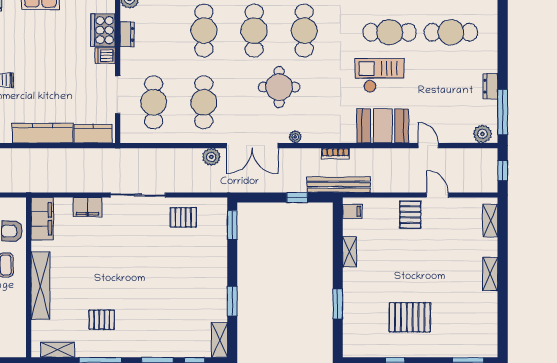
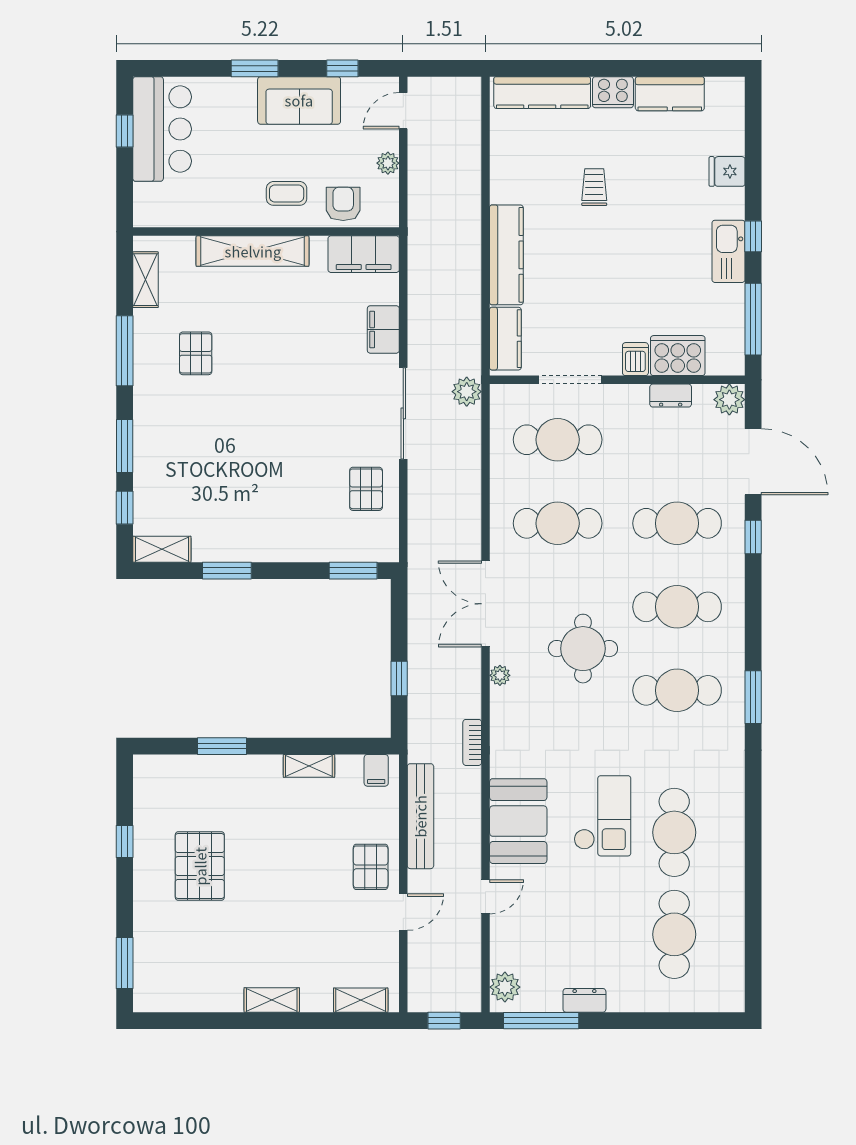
plant: (211, 157) -> (467, 392), moved
bench: (339, 185) -> (420, 816), moved
pallet: (410, 215) -> (371, 867), turned 90

